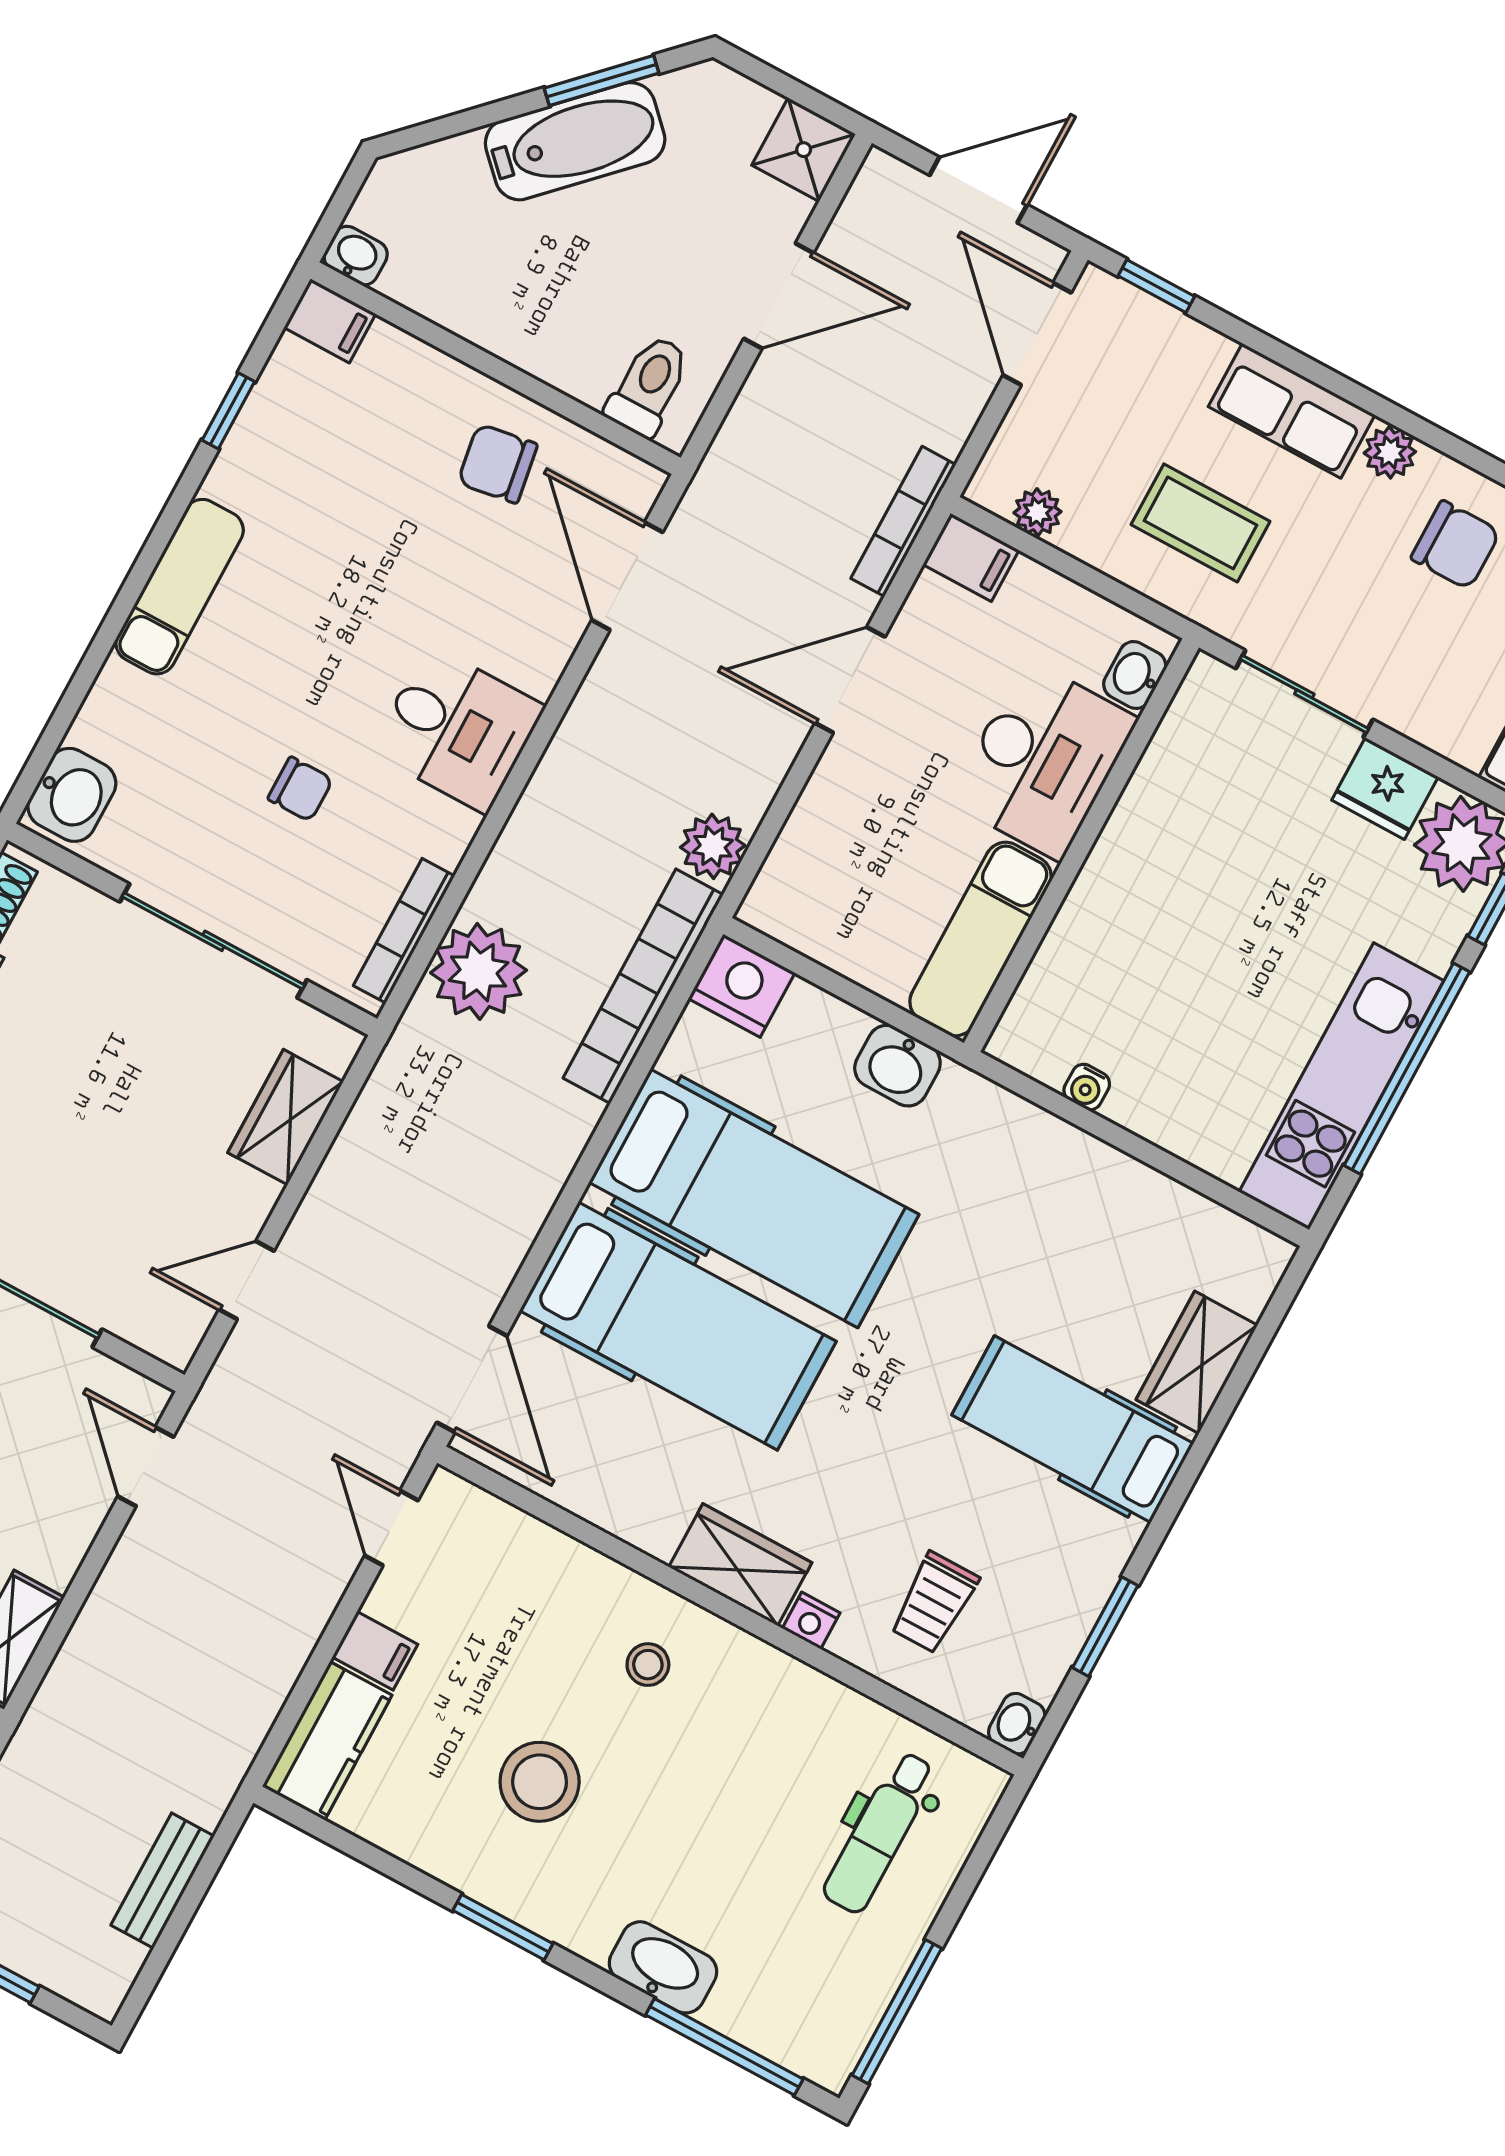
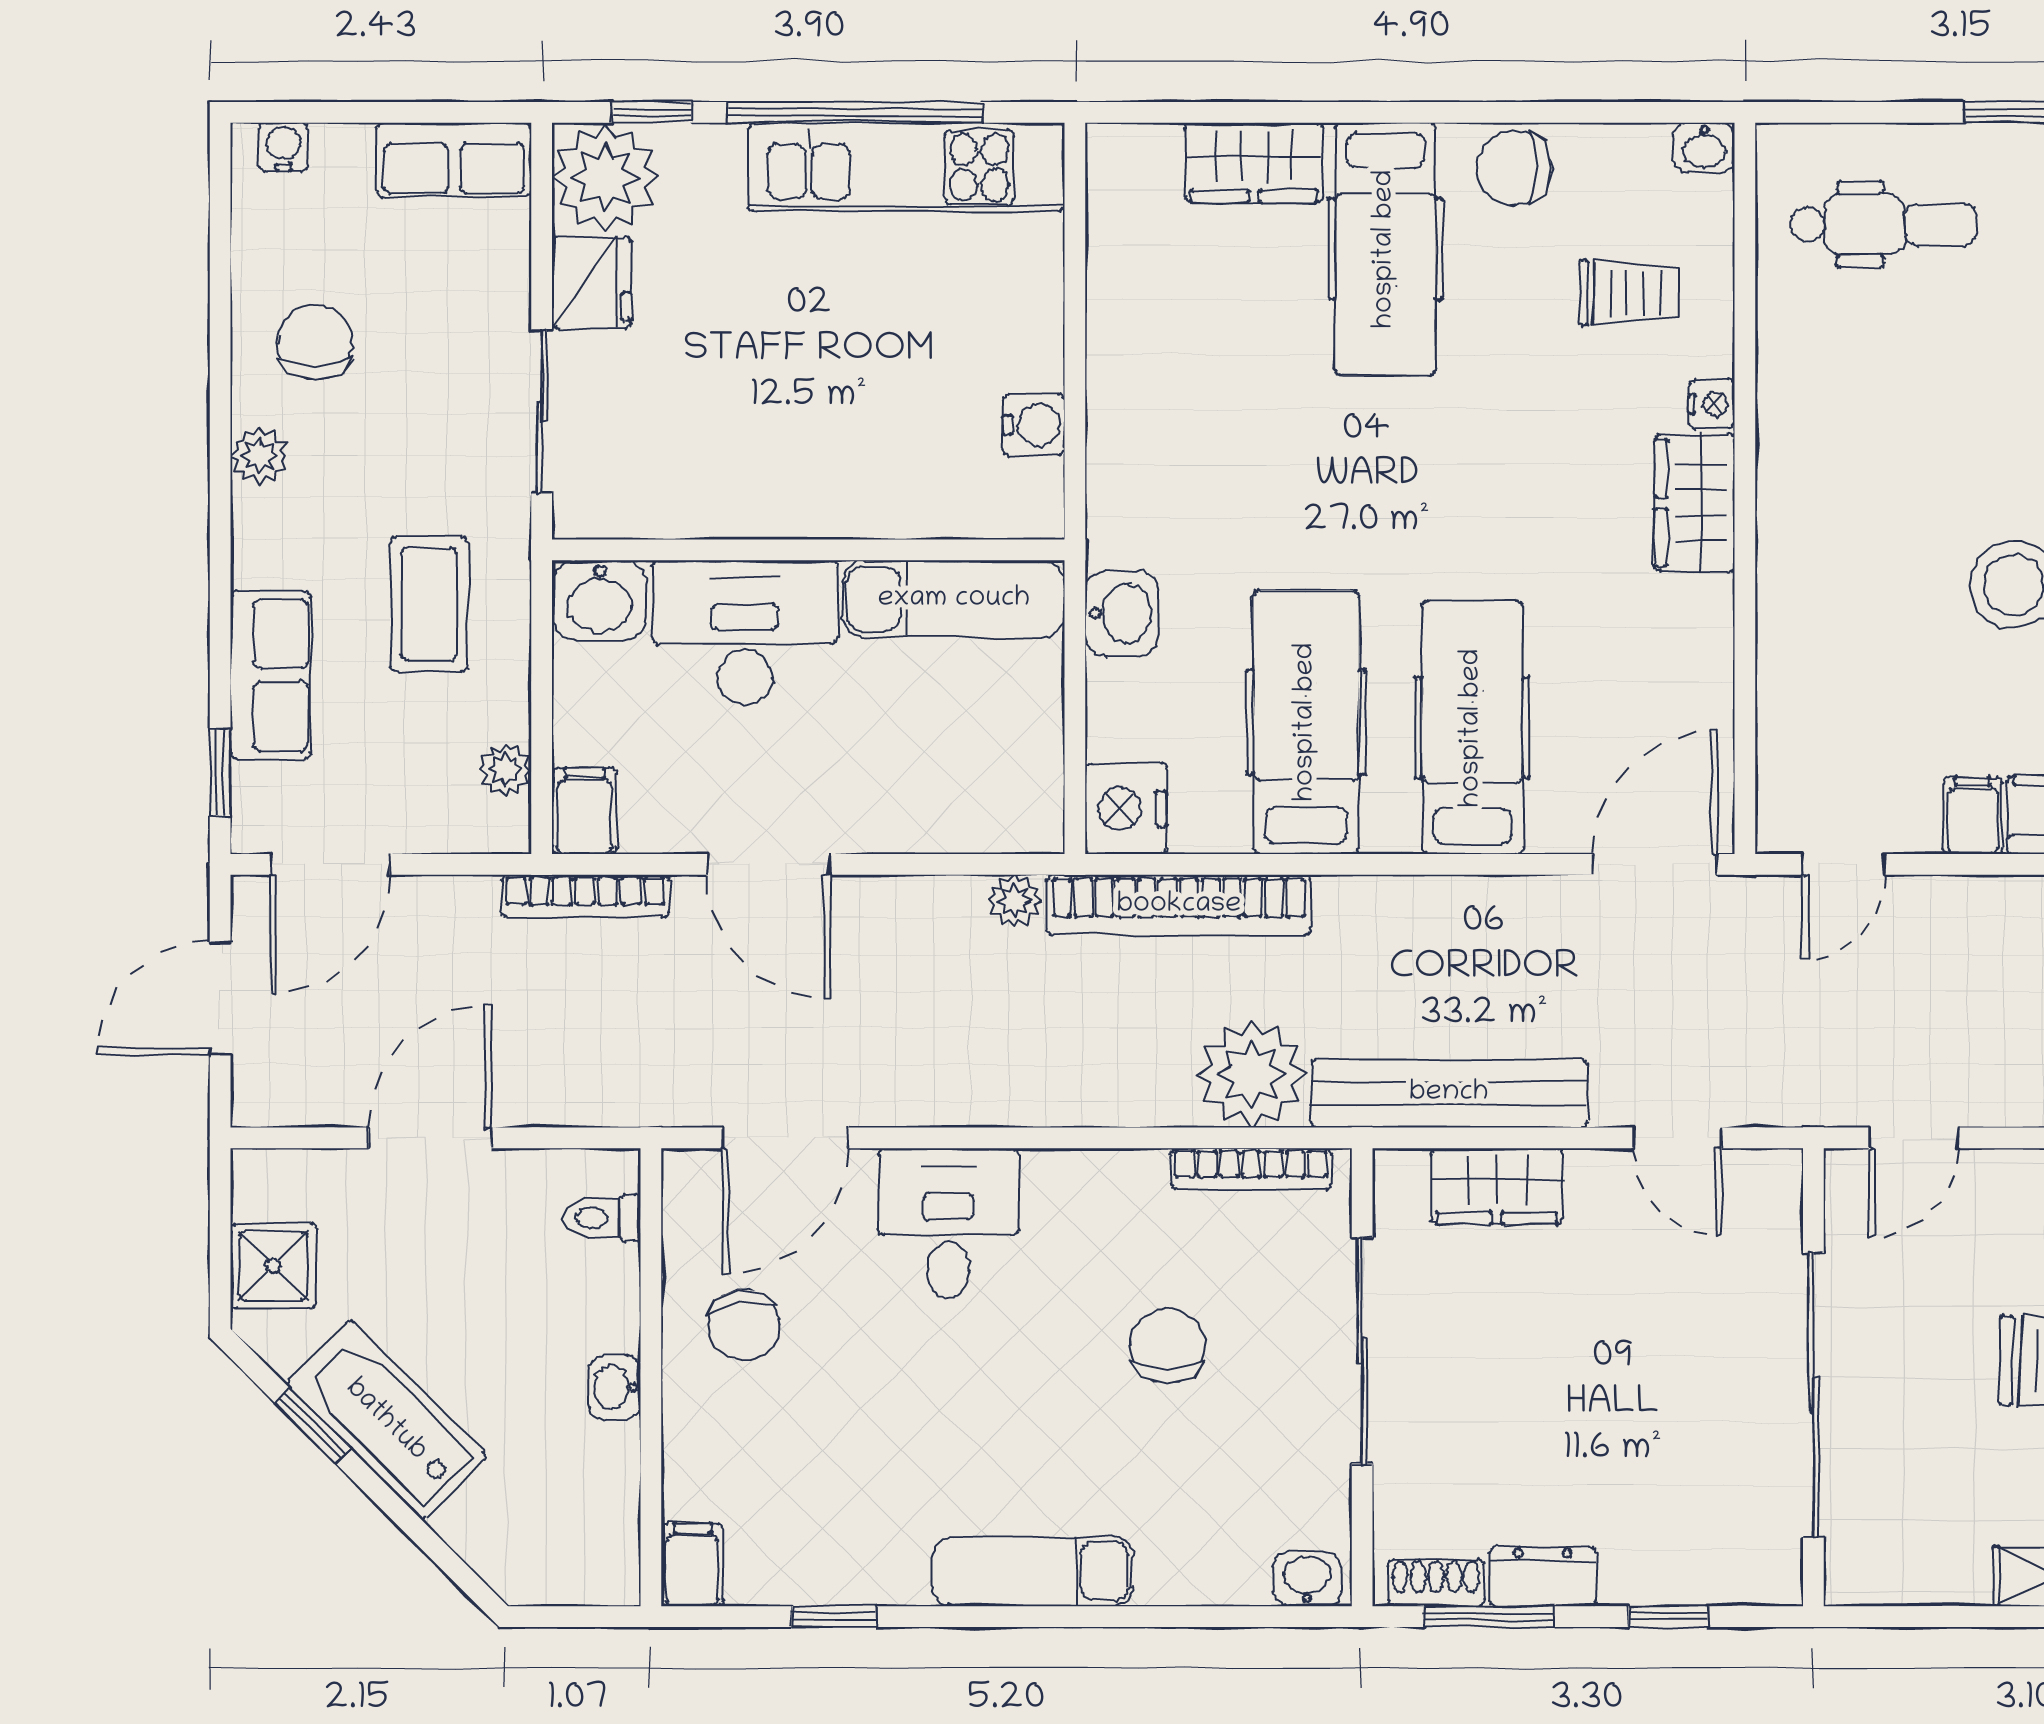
window: (602, 81) -> (313, 1426), width x0.67
shower: (804, 150) -> (273, 1266), moved
door: (978, 190) -> (220, 998), hinge flipped
washbasin: (356, 256) -> (615, 1387), moved
door: (779, 296) -> (430, 1138), hinge flipped
toilet: (649, 386) -> (602, 1218), width x0.73, depth x0.72
row of seats: (1292, 411) -> (271, 675), moved
washbasin: (1135, 675) -> (600, 600), width x1.38, depth x1.45
desk: (457, 729) -> (948, 1223), moved
chair: (300, 789) -> (1167, 1346), width x1.37, depth x1.37
washbasin: (72, 795) -> (1307, 1579), width x0.72, depth x0.69
plant: (713, 846) -> (1015, 901), width x0.73, depth x0.73
water cooler: (1087, 1087) -> (1034, 425), width x1.38, depth x1.38
bench: (379, 1119) -> (1449, 1093), added
hospital bed: (754, 1198) -> (1306, 722), width x0.73, depth x0.78
hospital bed: (678, 1326) -> (1472, 728), width x0.73, depth x0.78
chair: (1082, 1565) -> (1514, 168), added
window: (1105, 1627) -> (1562, 112), removed
stool: (648, 1665) -> (1841, 541), removed

